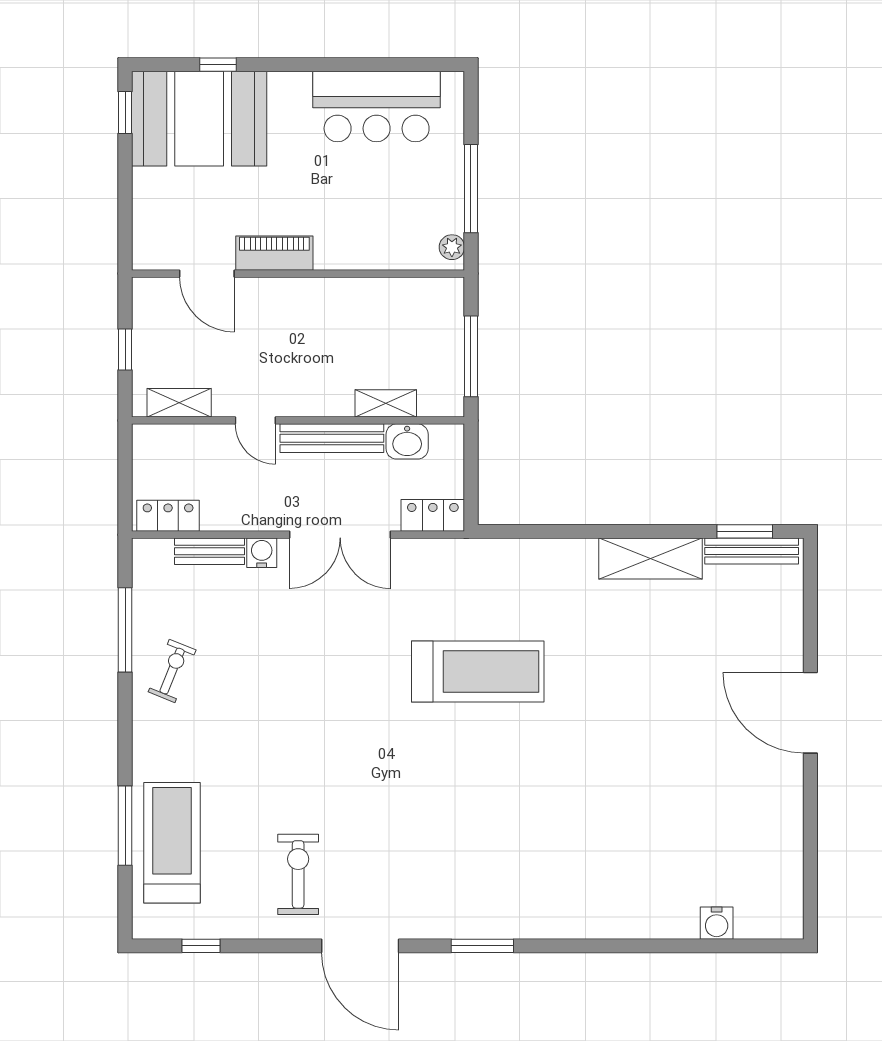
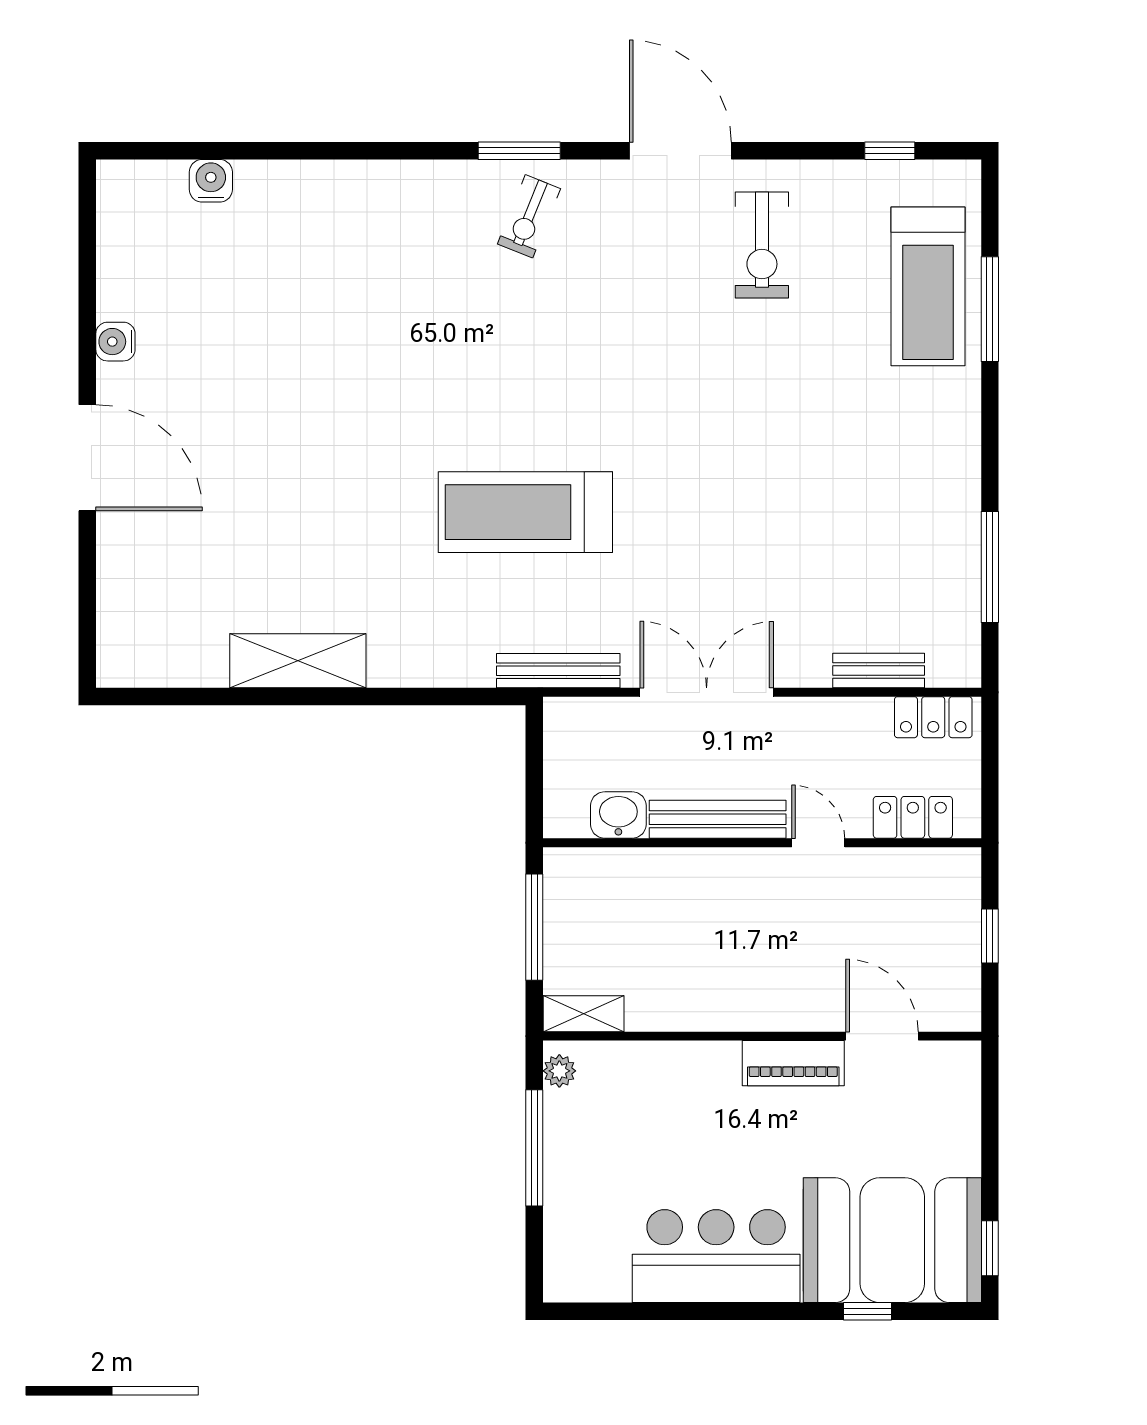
bar counter: (377, 107) -> (716, 1256), moved
shelving: (179, 403) -> (918, 866), removed
shelving: (386, 403) -> (584, 1014), moved
locker: (433, 515) -> (913, 817), moved, turned 180
window: (745, 531) -> (174, 697), removed
bench: (752, 551) -> (558, 671), moved
water cooler: (262, 553) -> (115, 342), moved, turned 90
exercise bike: (172, 671) -> (529, 216), moved

